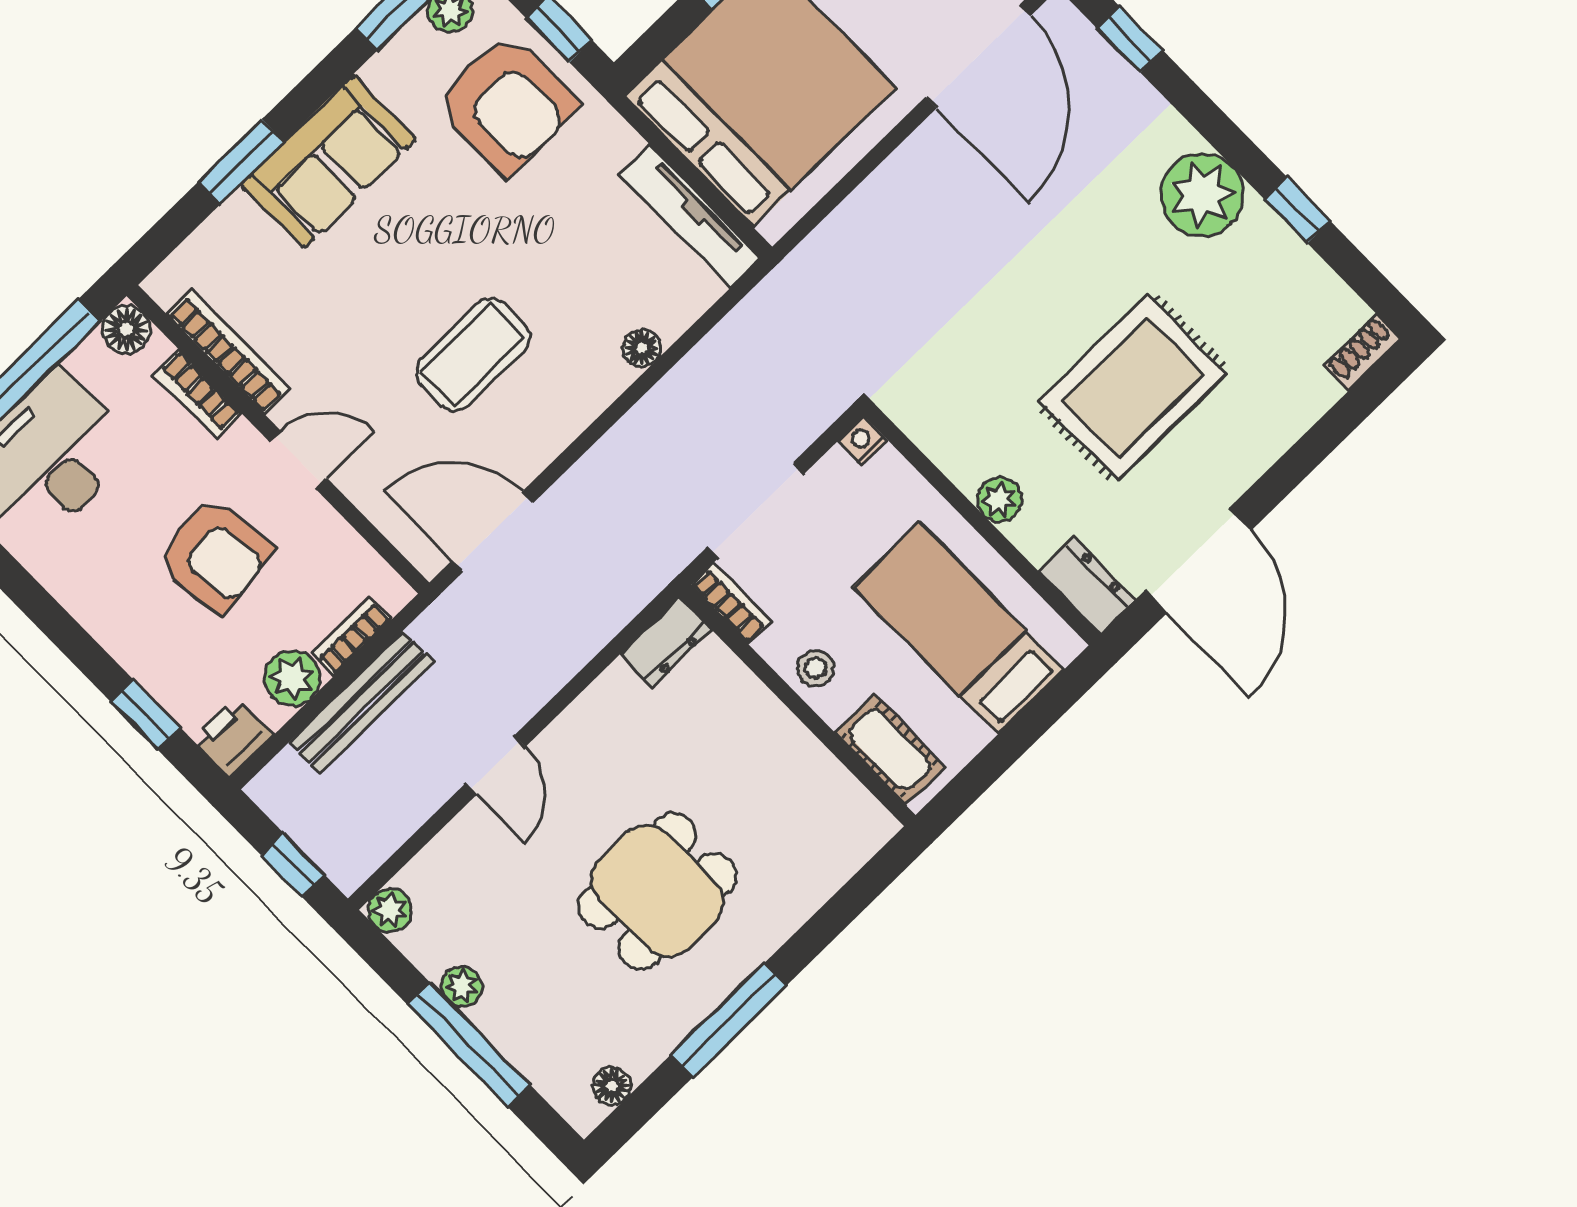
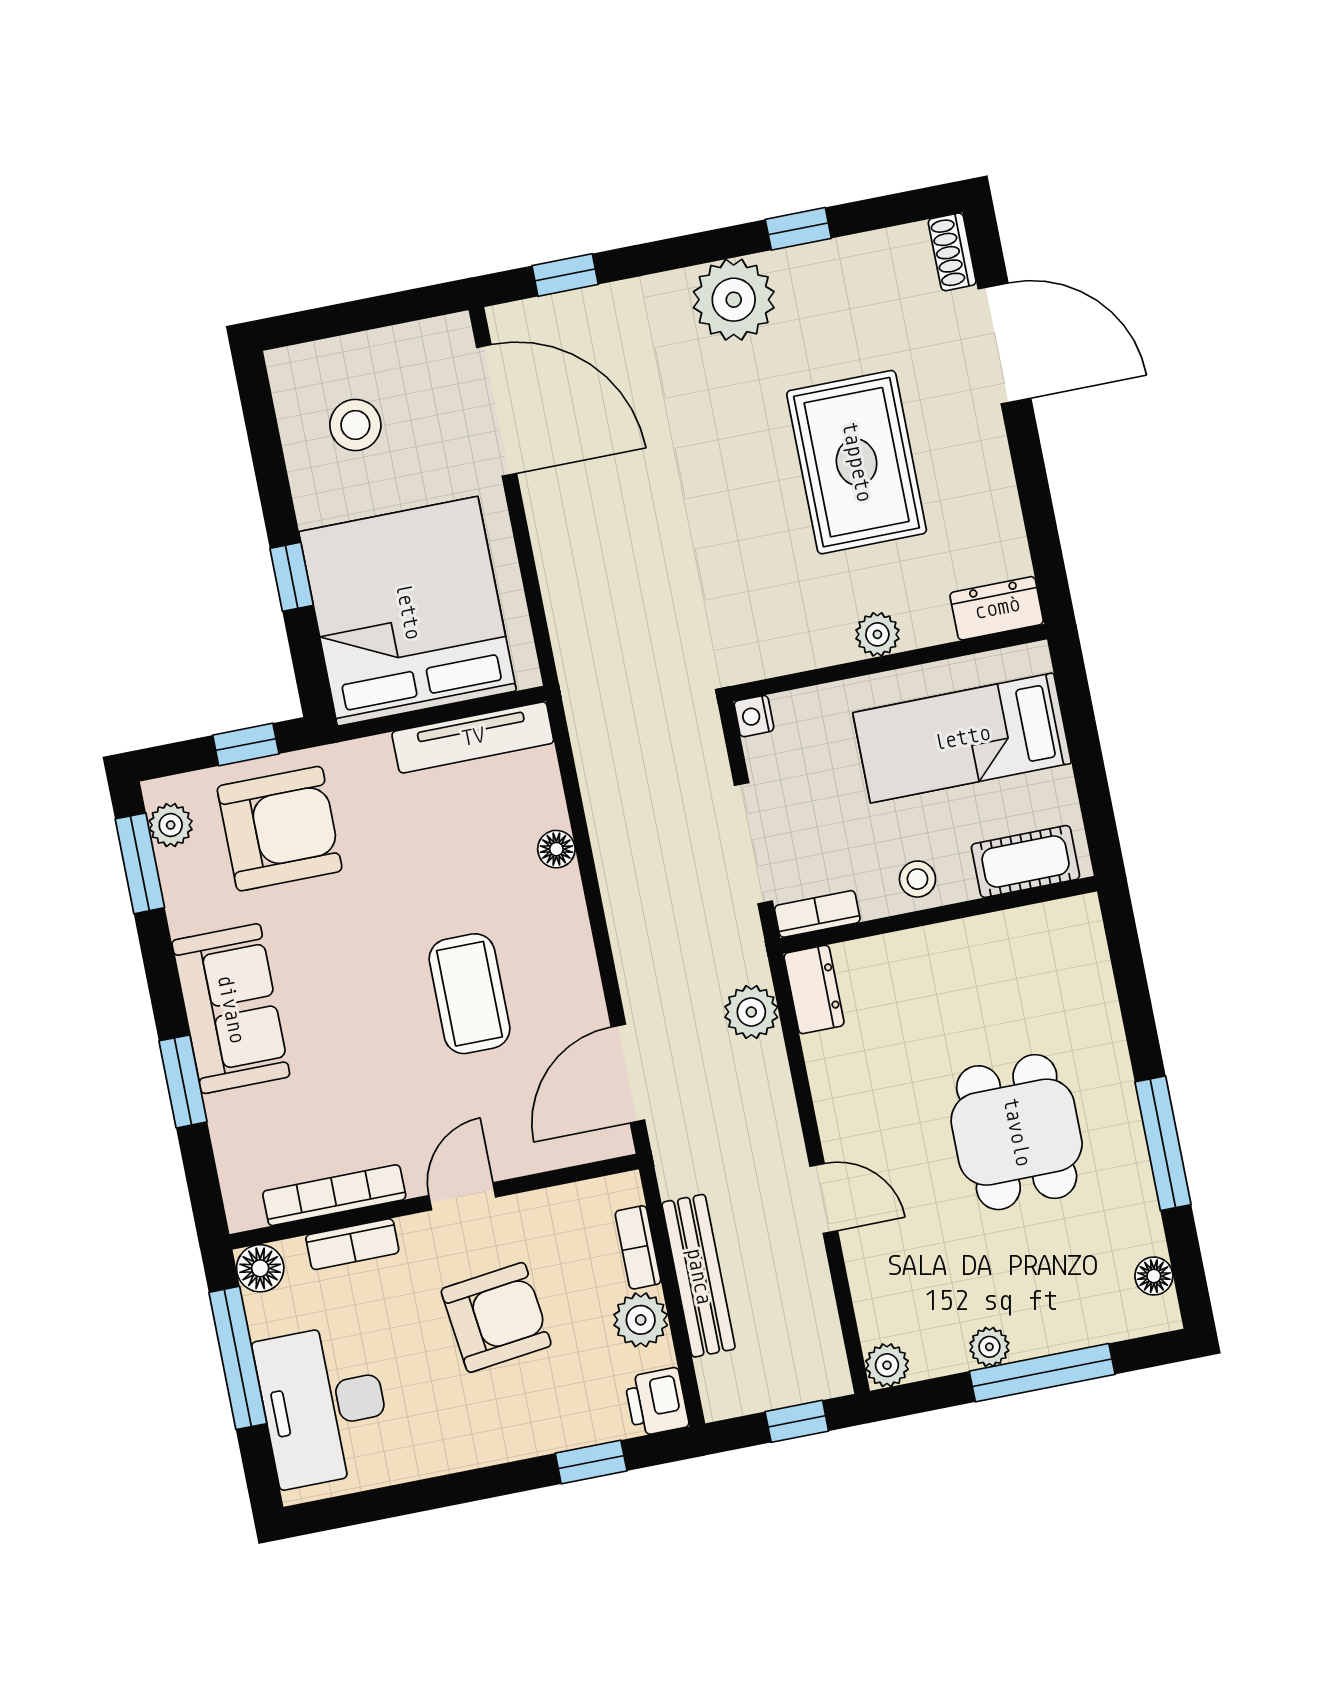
door: (1198, 560) -> (1005, 343), moved
plant: (612, 602) -> (751, 1012), added

